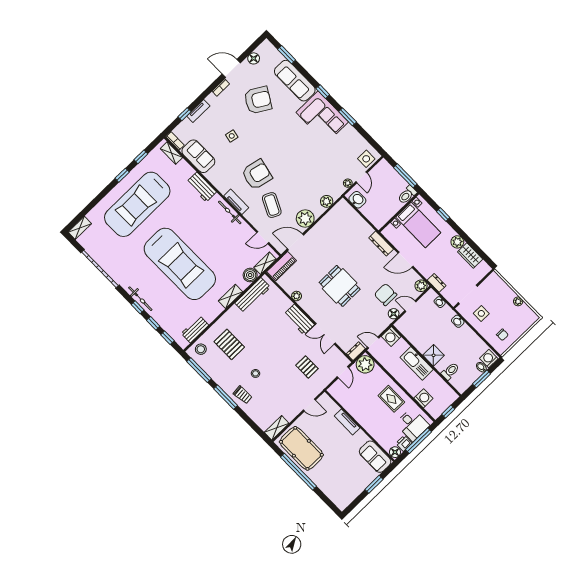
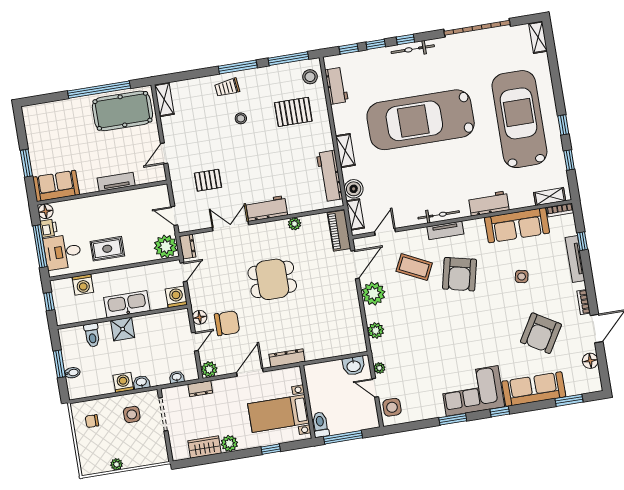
tv unit: (198, 111) -> (575, 259), width x1.41
sofa: (198, 156) -> (517, 225), width x1.36
washing machine: (489, 359) -> (123, 382), moved, turned -90

